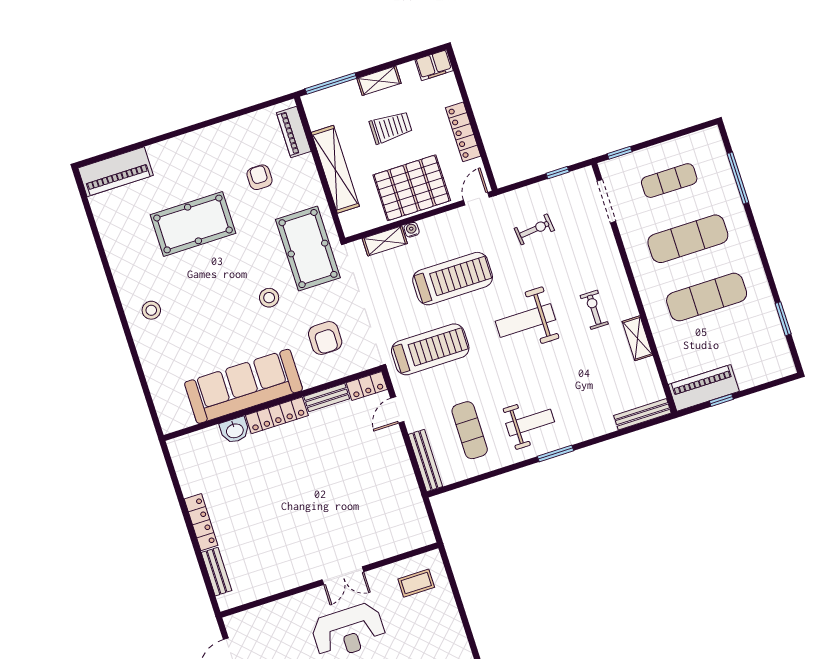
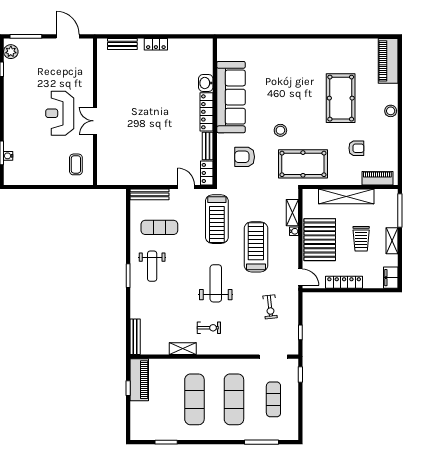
treadmill: (453, 279) -> (256, 247), turned 180
stool: (151, 310) -> (391, 111), moved
locker: (201, 522) -> (156, 44), width x0.66

